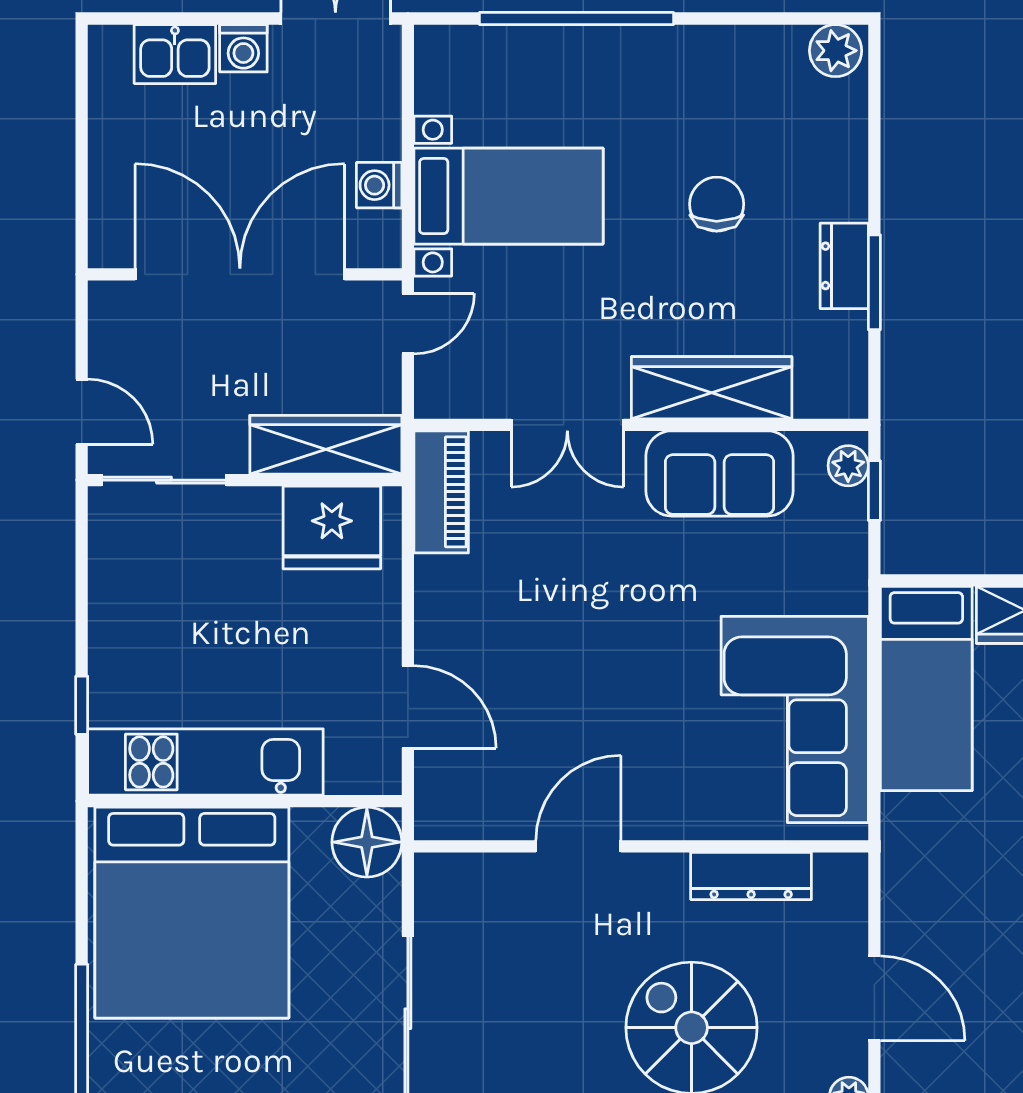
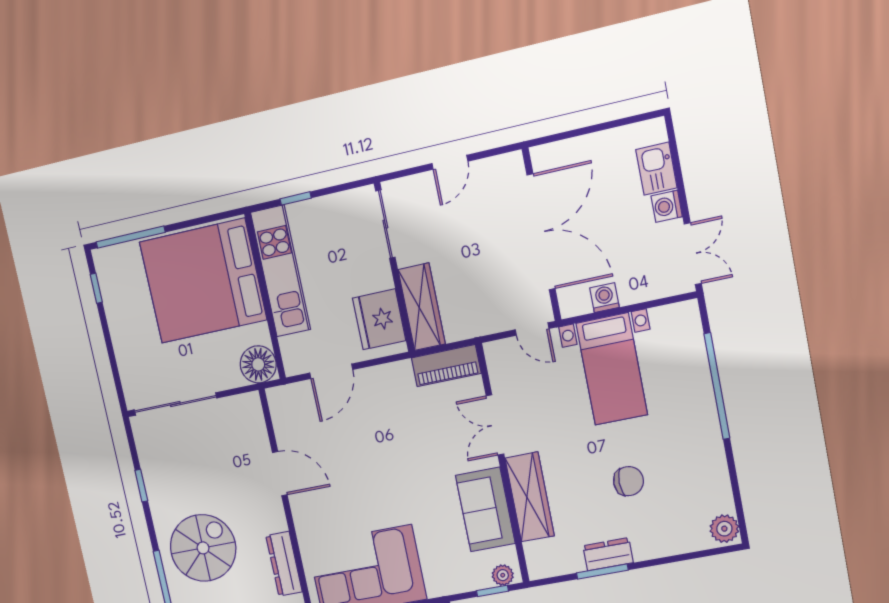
wardrobe: (326, 445) -> (422, 307), moved
sliding door: (164, 480) -> (385, 224), moved
wall: (245, 480) -> (394, 268), moved
fridge: (332, 527) -> (379, 319), moved

